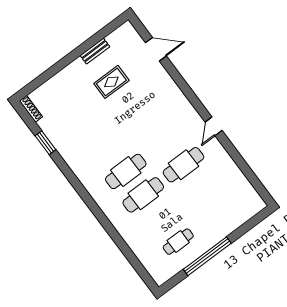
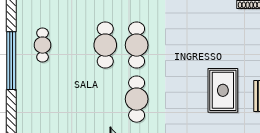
rug: (111, 82) -> (223, 90), width x1.36, depth x1.43
cafe table: (184, 165) -> (137, 99), moved

